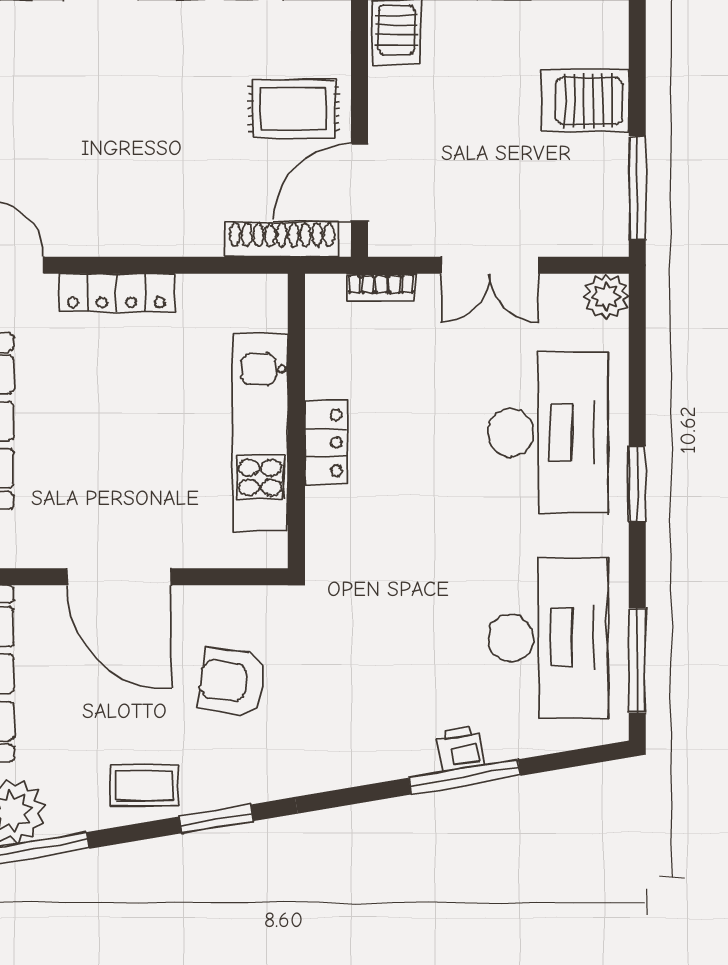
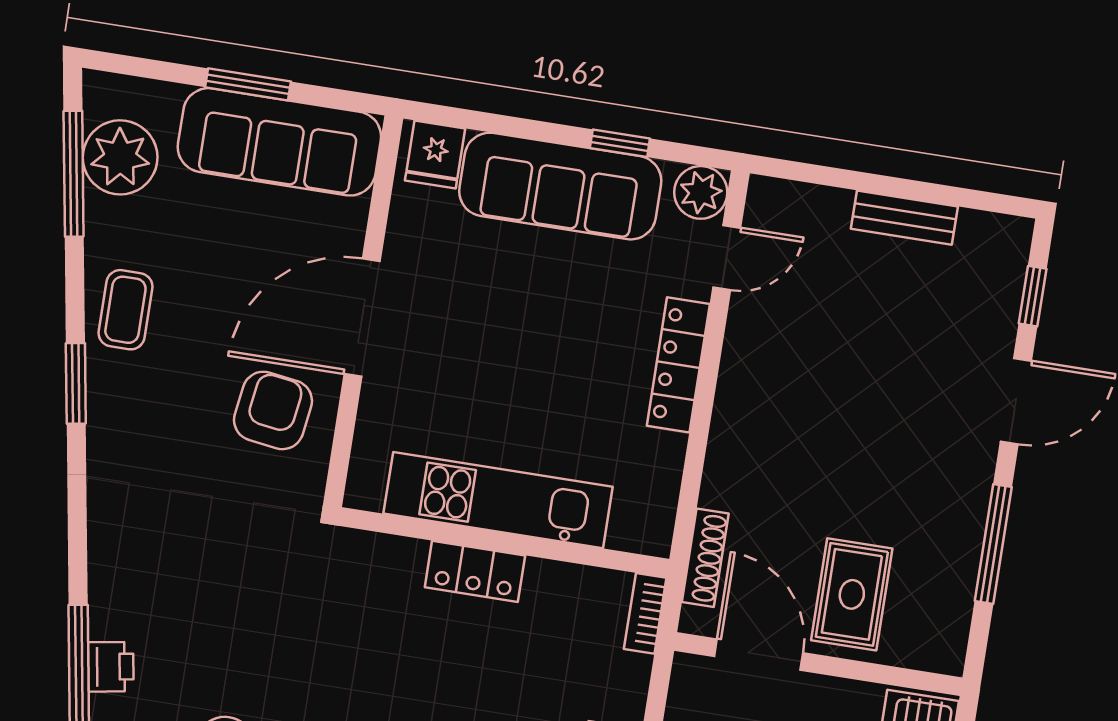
shoe rack: (282, 239) -> (705, 558), width x0.74, depth x0.81
bookcase: (381, 287) -> (645, 613), moved
armchair: (232, 682) -> (273, 410), moved

